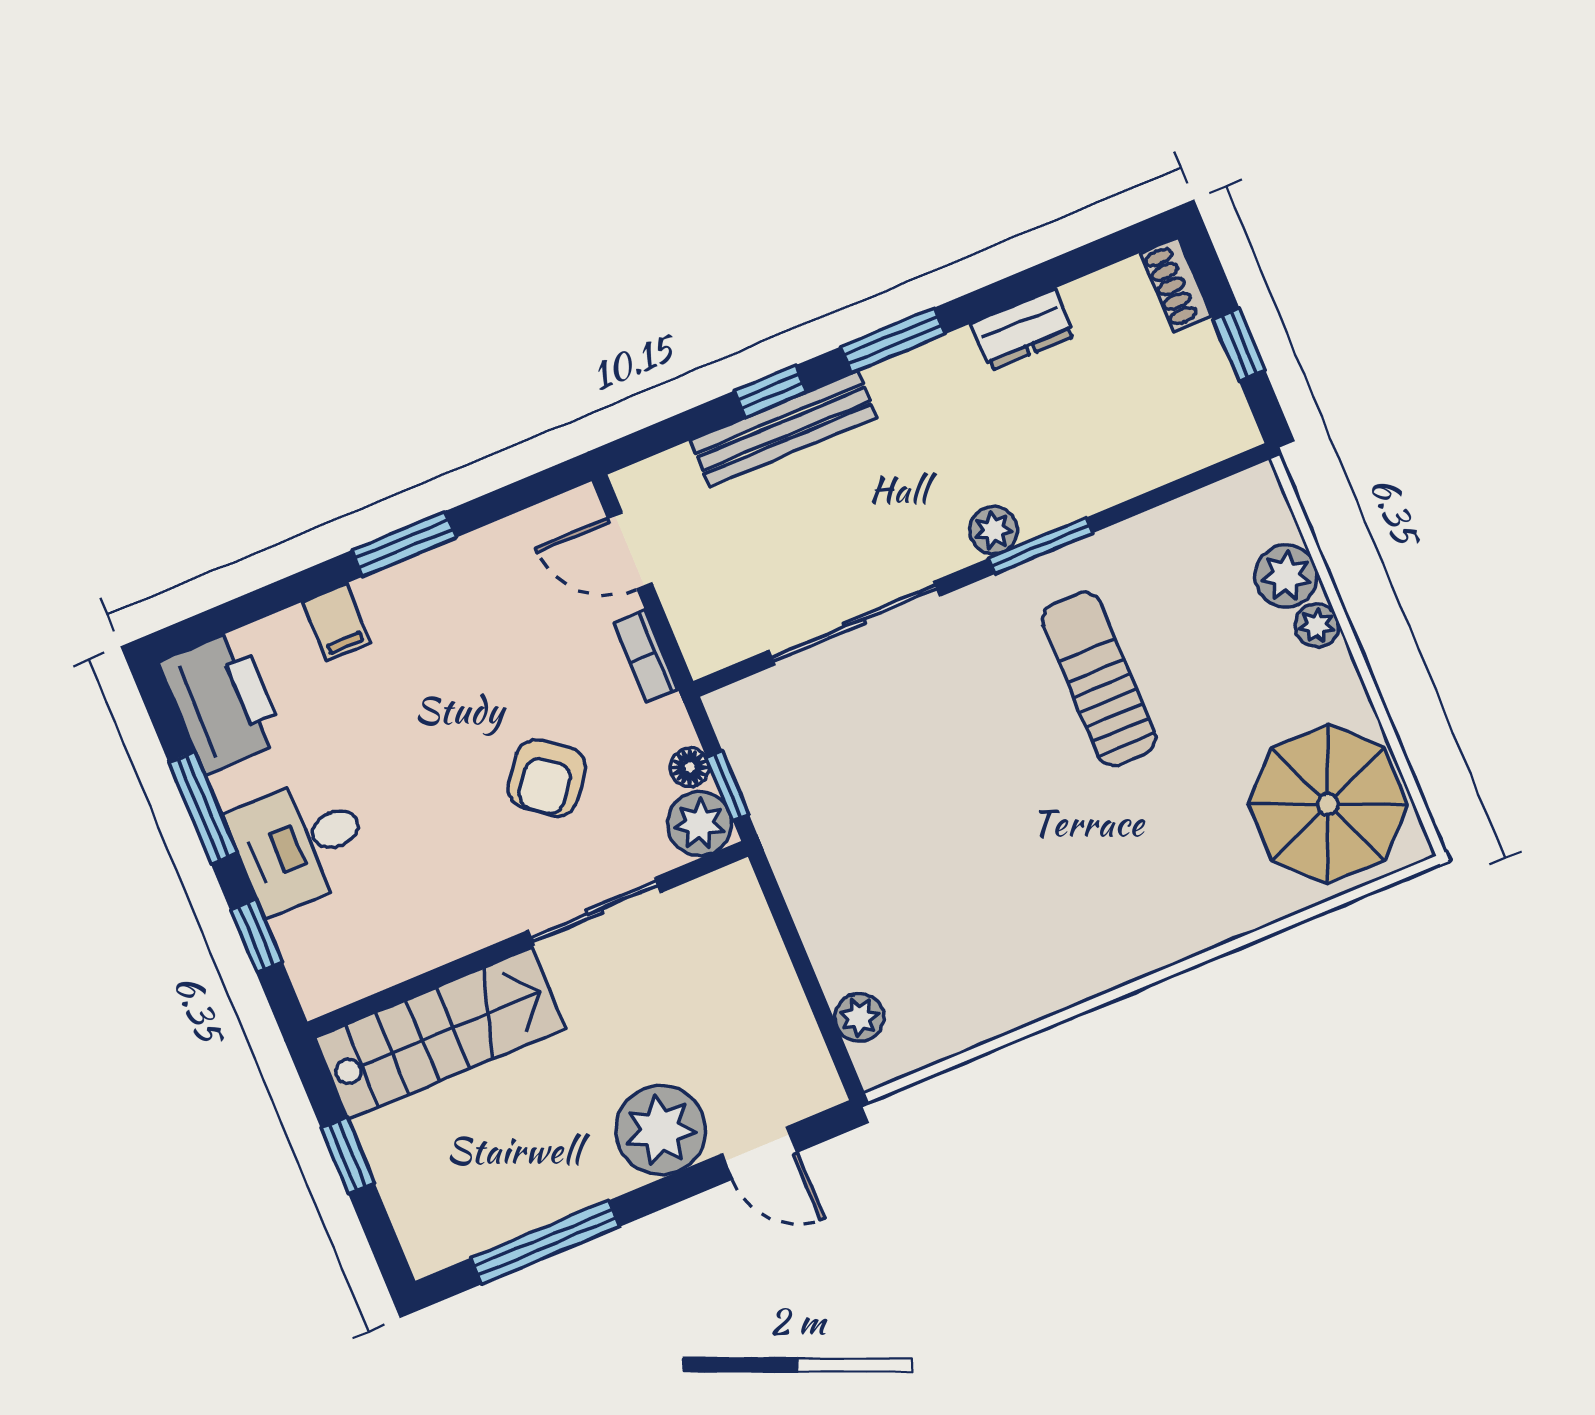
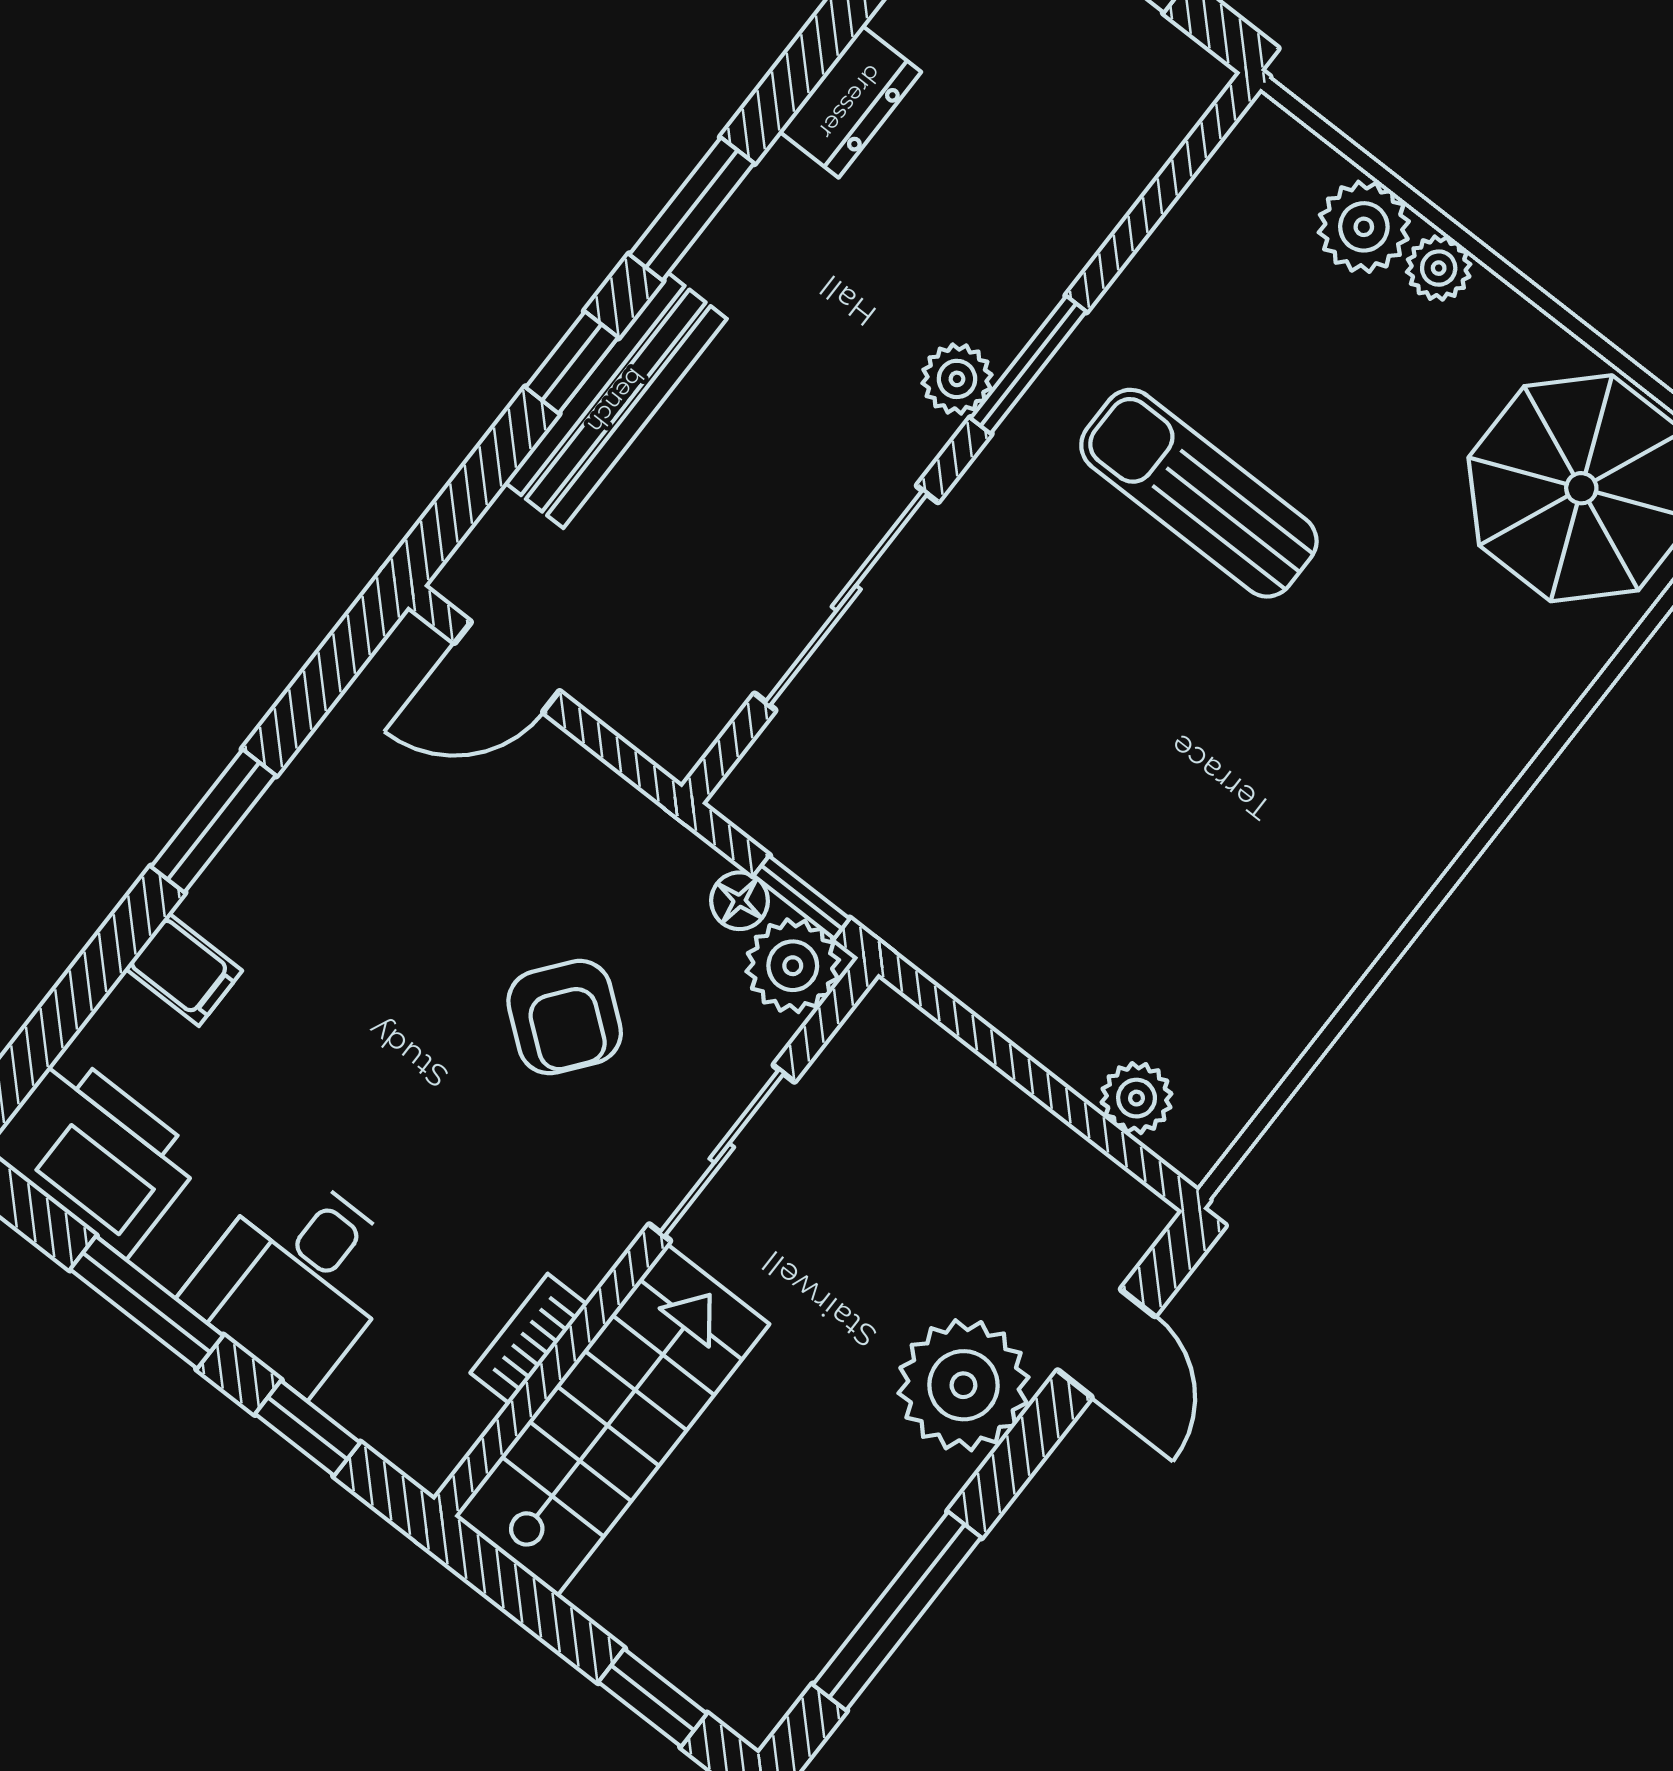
bookcase: (646, 656) -> (529, 1339), moved, turned 90
door: (759, 1153) -> (1106, 1343), hinge flipped
window: (348, 1156) -> (653, 1698), moved

